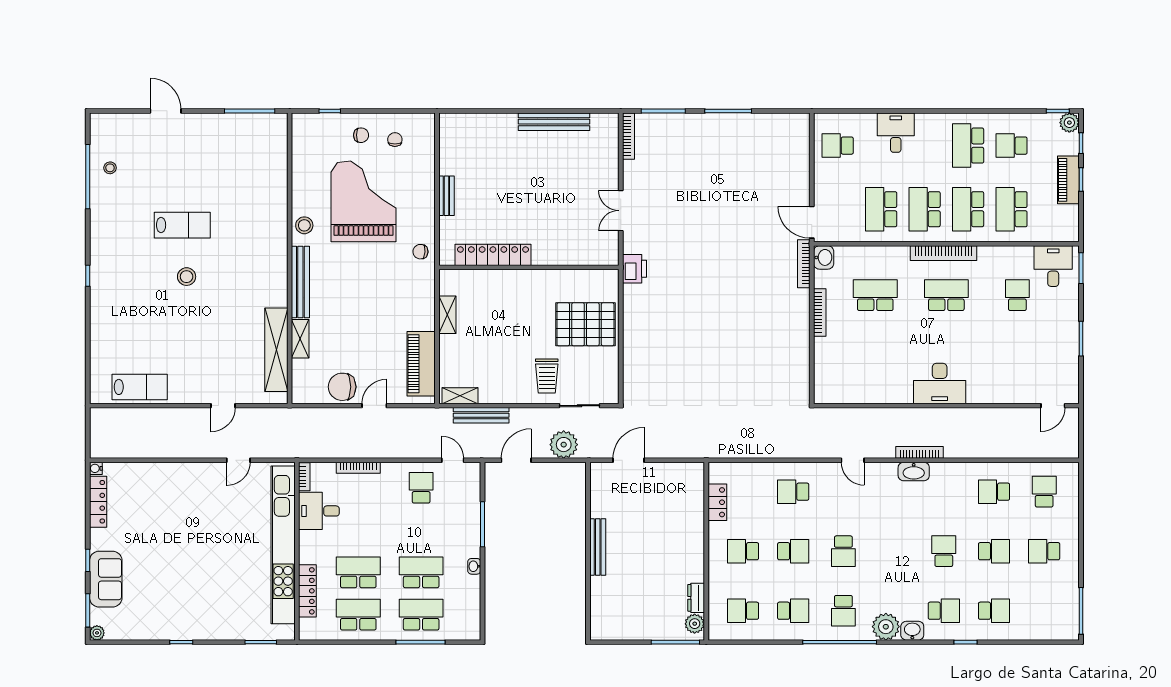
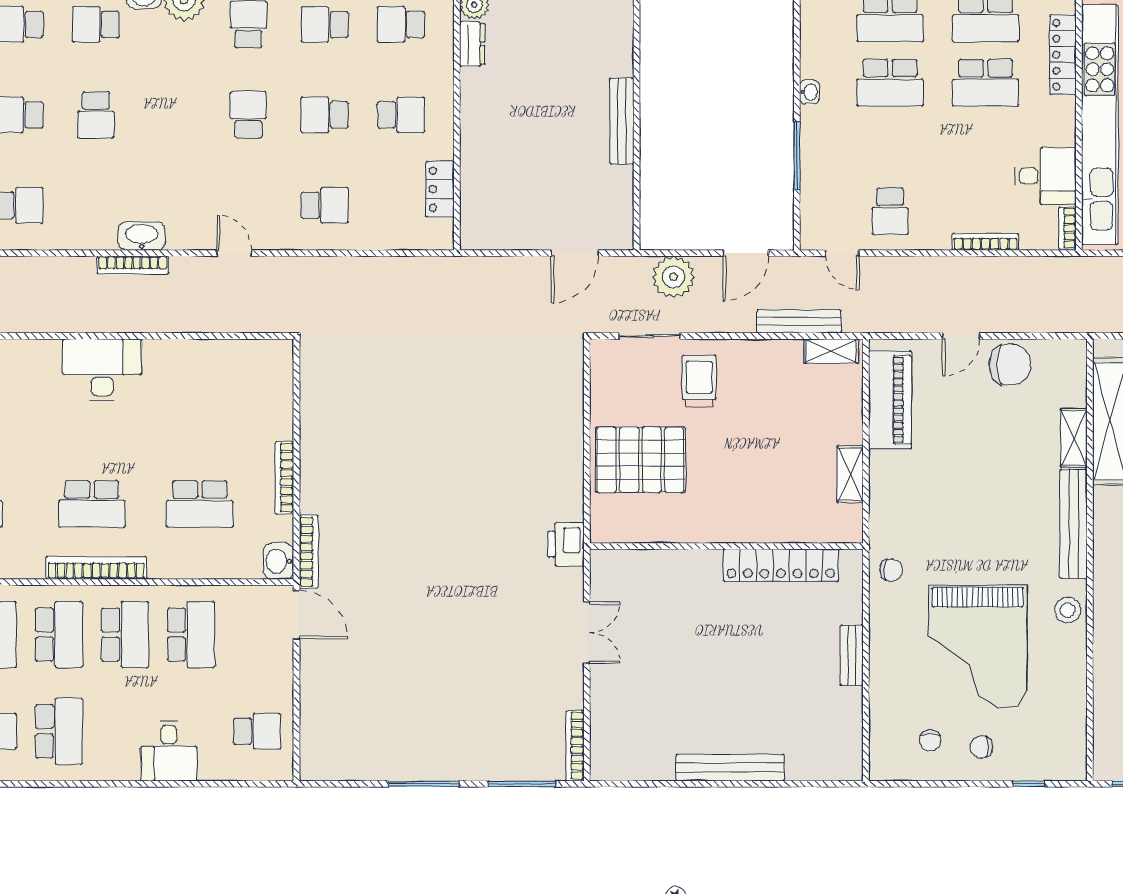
bench: (554, 122) -> (730, 768), moved
school desk: (743, 611) -> (401, 24), turned 180

